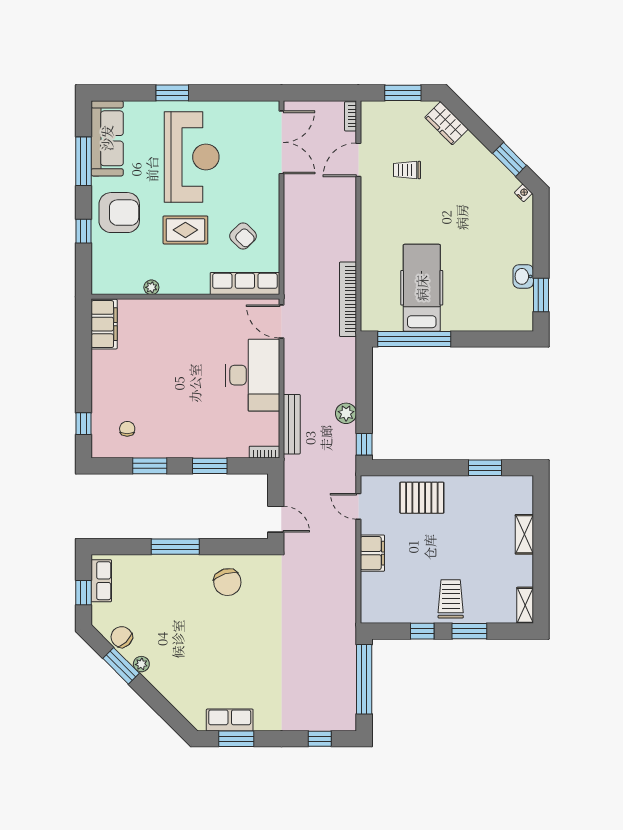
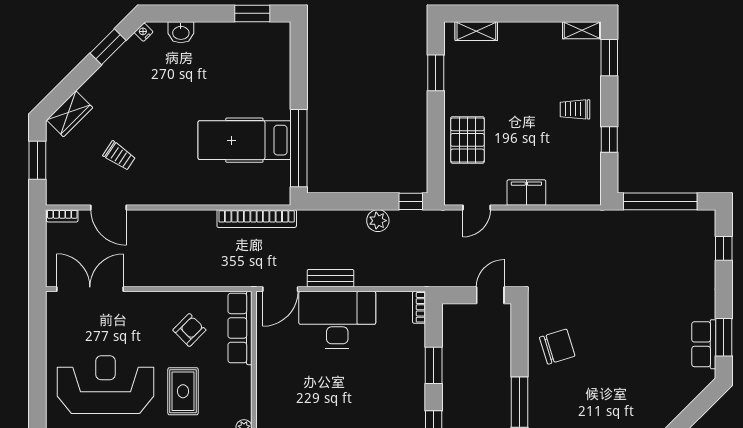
window: (172, 93) -> (37, 405), removed
trolley: (407, 170) -> (119, 156), turned -56
washbasin: (523, 276) -> (181, 32), moved
bench: (292, 424) -> (330, 278), moved, width x0.73
shelving: (524, 534) -> (476, 31), moved
trolley: (451, 599) -> (575, 109), width x0.73, depth x0.72
window: (469, 631) -> (609, 58), moved

